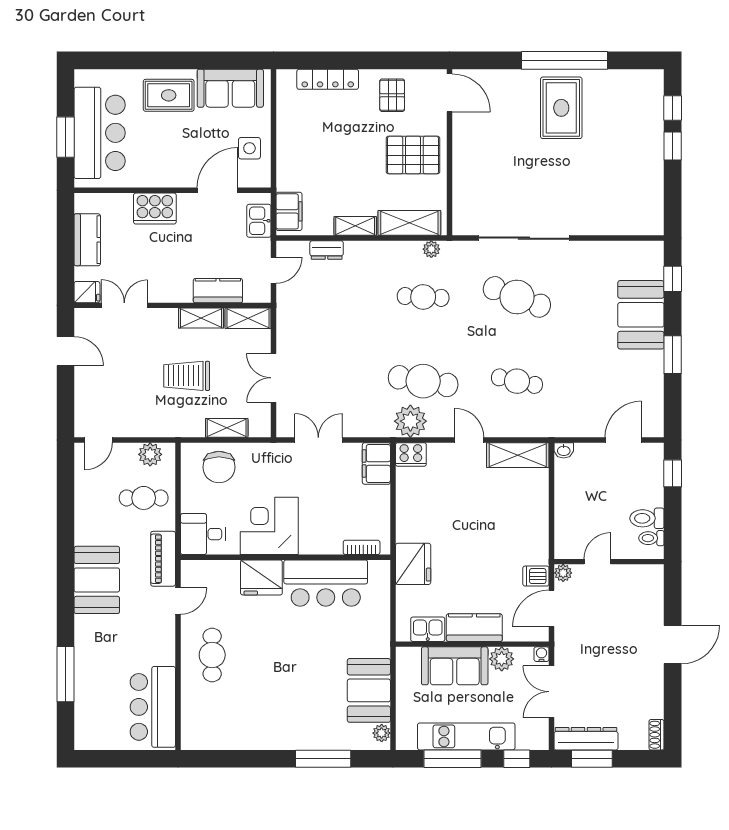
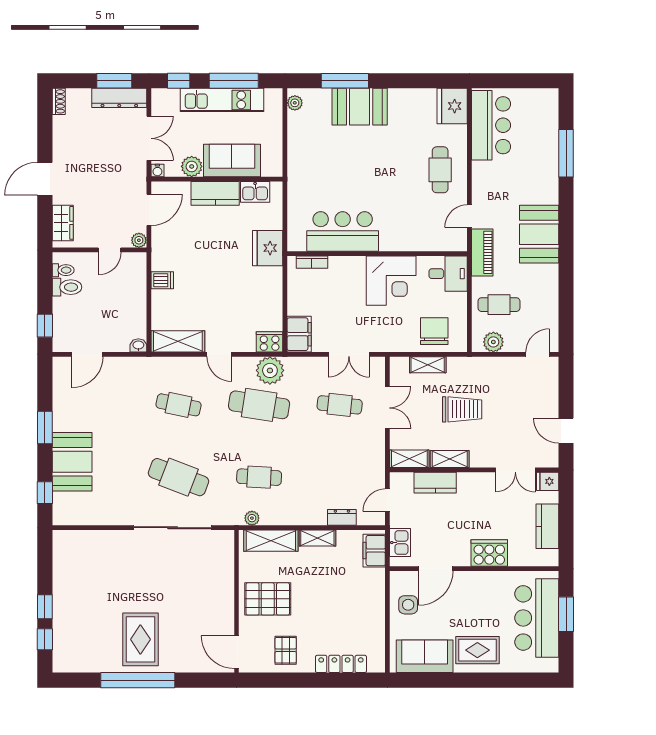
cafe table: (329, 381) -> (340, 405), added
dishwasher: (536, 576) -> (162, 280), moved
fridge: (261, 577) -> (452, 106), moved, turned -90
wardrobe: (652, 593) -> (63, 223), added
booth: (369, 690) -> (360, 107), moved, turned 90

